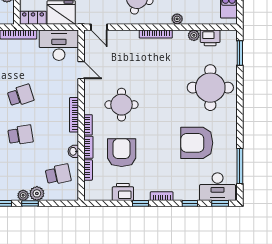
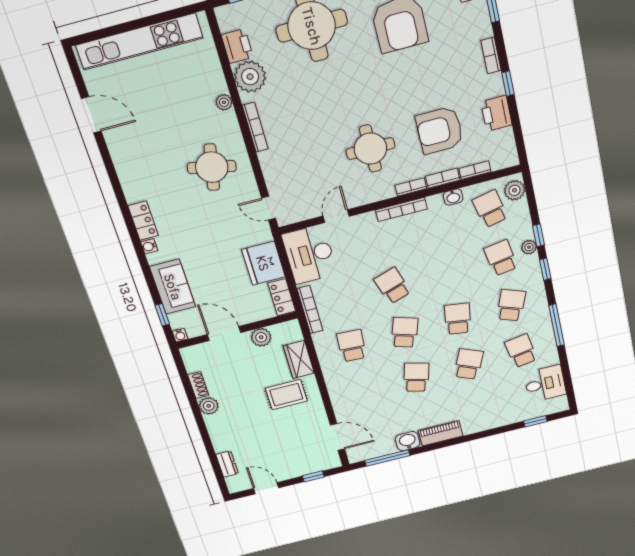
door: (99, 27) -> (269, 208), swing flipped
plant: (194, 35) -> (250, 77), width x1.87, depth x1.87
school desk: (20, 135) -> (501, 258), moved
plant: (37, 193) -> (515, 190), moved

